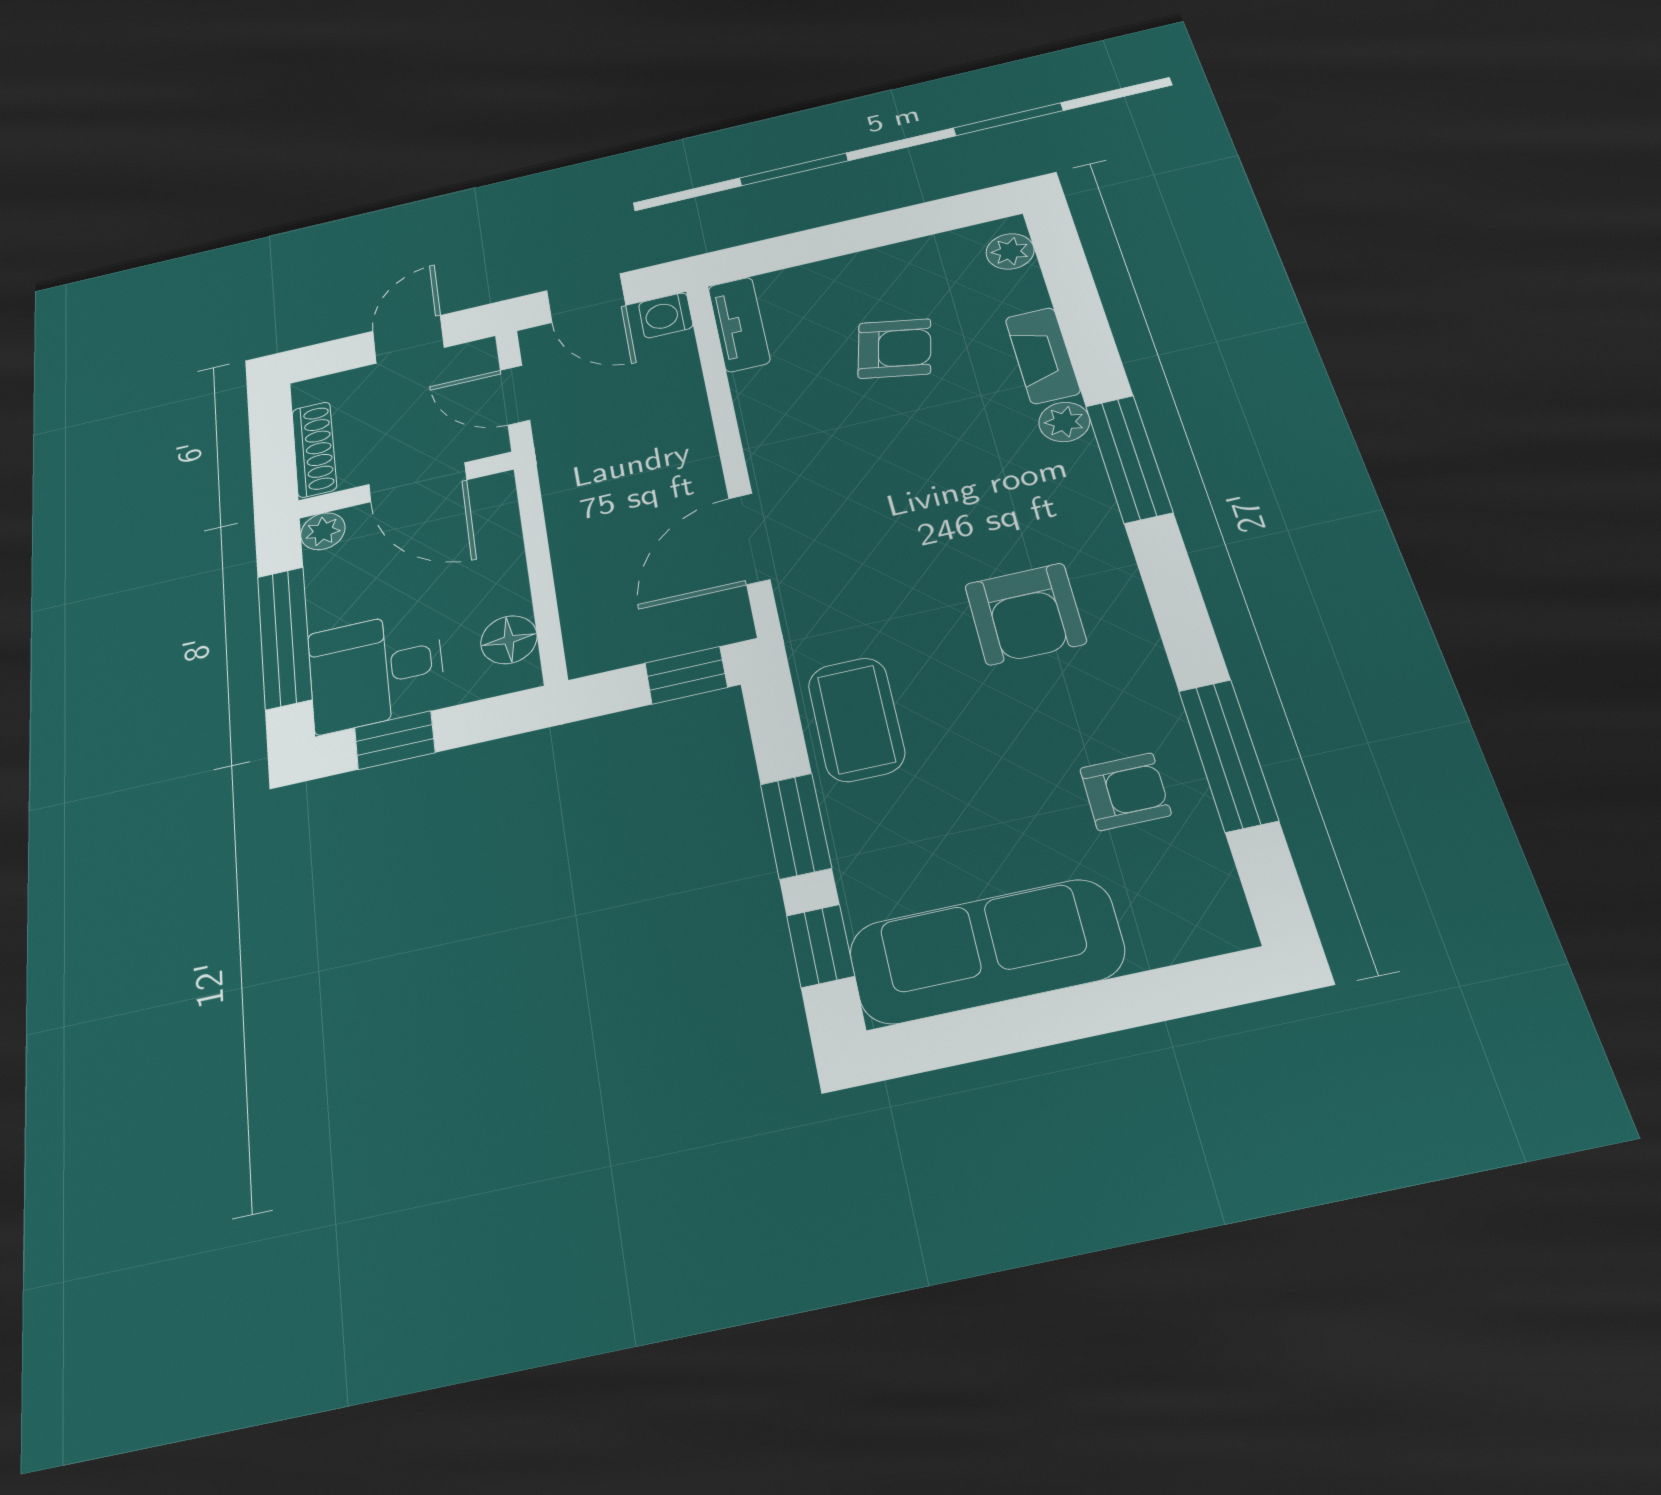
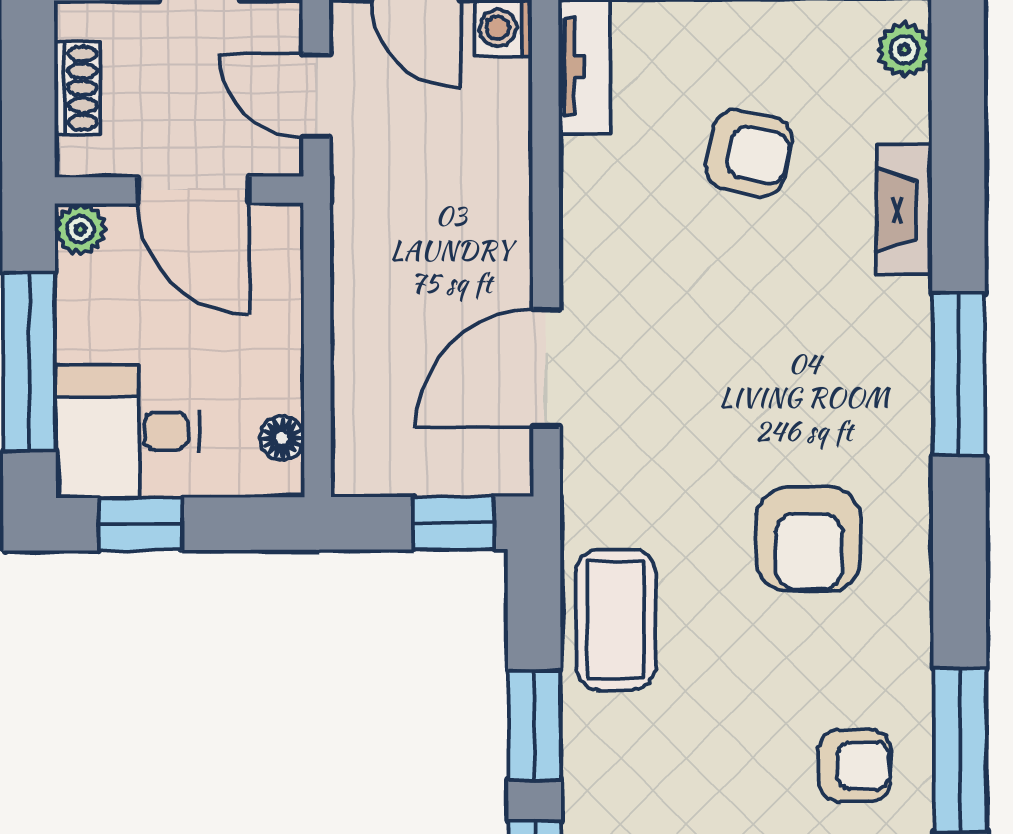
plant: (1064, 422) -> (905, 307), removed
shoe rack: (314, 449) -> (77, 88), width x0.70
floor lamp: (509, 640) -> (282, 438), width x0.73, depth x0.73

